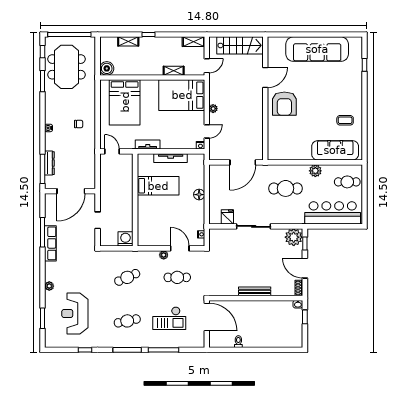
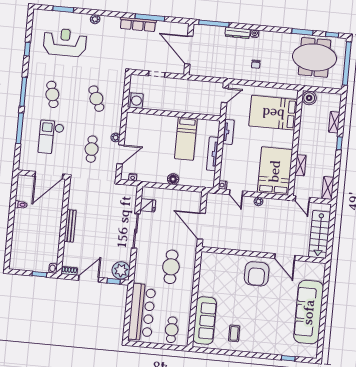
armchair: (284, 104) -> (257, 274), turned -90
dresser: (49, 163) -> (238, 33), moved
plant: (315, 171) -> (186, 299), removed

